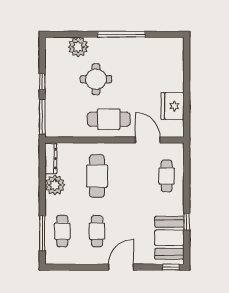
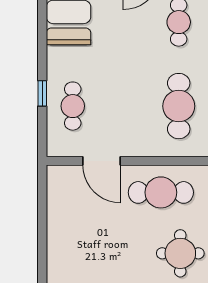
fridge: (173, 106) -> (64, 213), removed
window: (187, 222) -> (42, 93), moved

